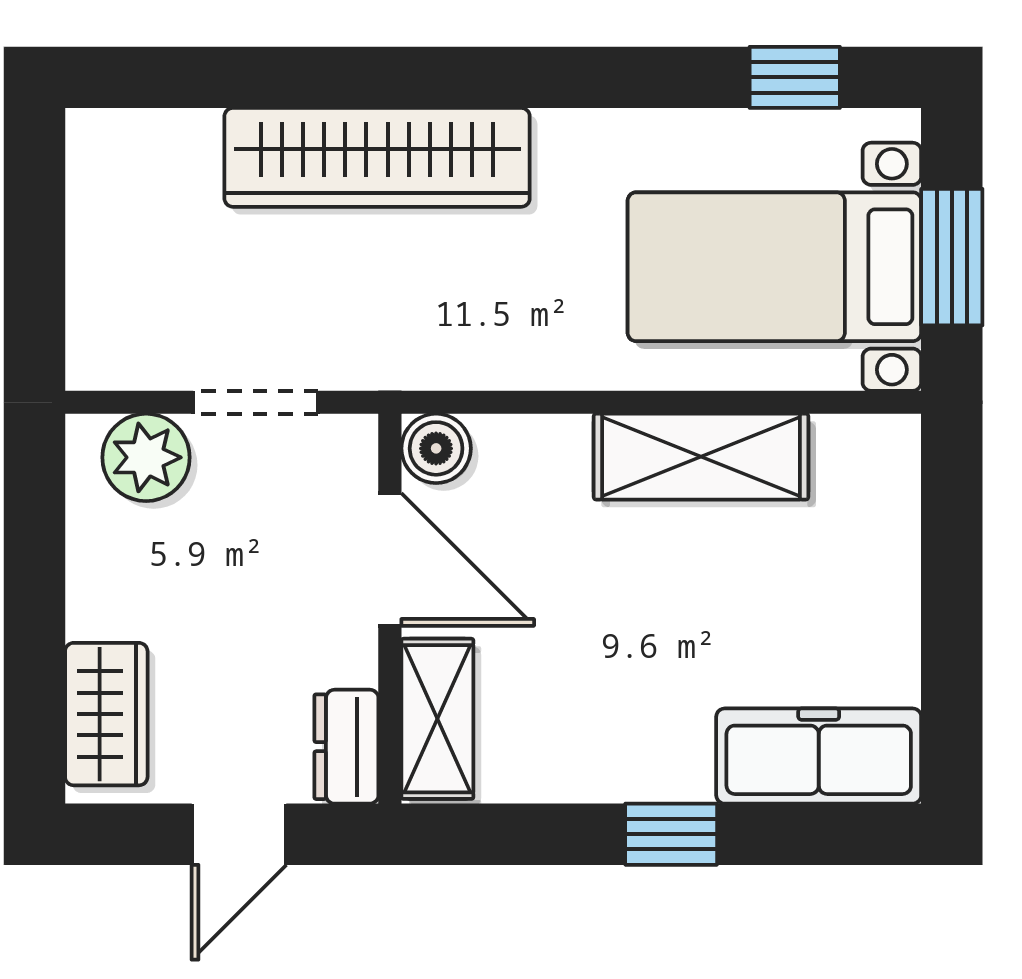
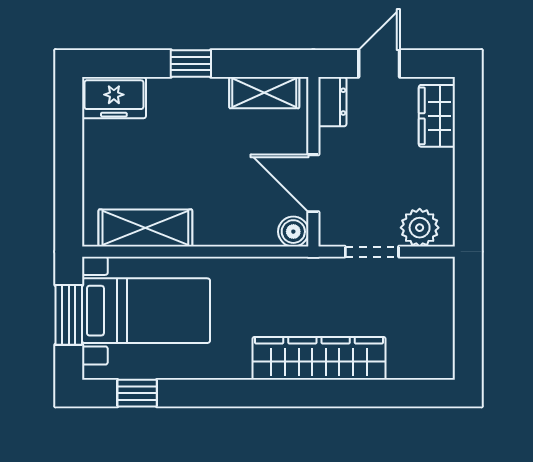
shelving: (701, 457) -> (145, 228), moved
shelving: (437, 719) -> (264, 93), moved, turned 90
freezer: (819, 756) -> (114, 98), width x0.71

